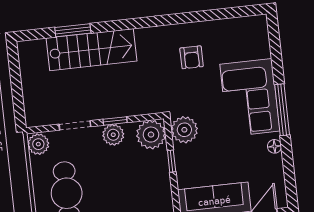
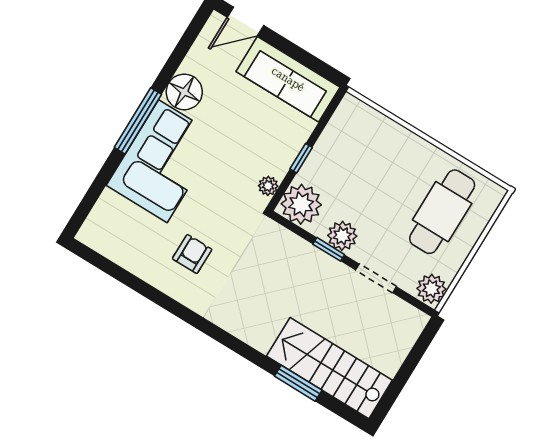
stairs: (92, 50) -> (329, 368), moved
plant: (184, 130) -> (268, 186), width x0.53, depth x0.53
floor lamp: (274, 146) -> (184, 92), width x1.89, depth x1.89

